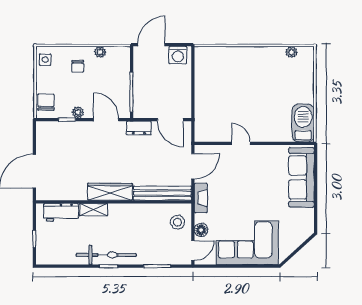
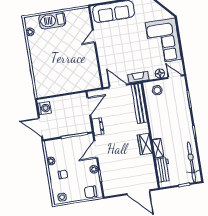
barbecue: (303, 123) -> (52, 20), moved
door: (241, 143) -> (94, 36), moved
wardrobe: (110, 192) -> (145, 144), width x0.67
bicycle: (106, 255) -> (191, 162), moved

